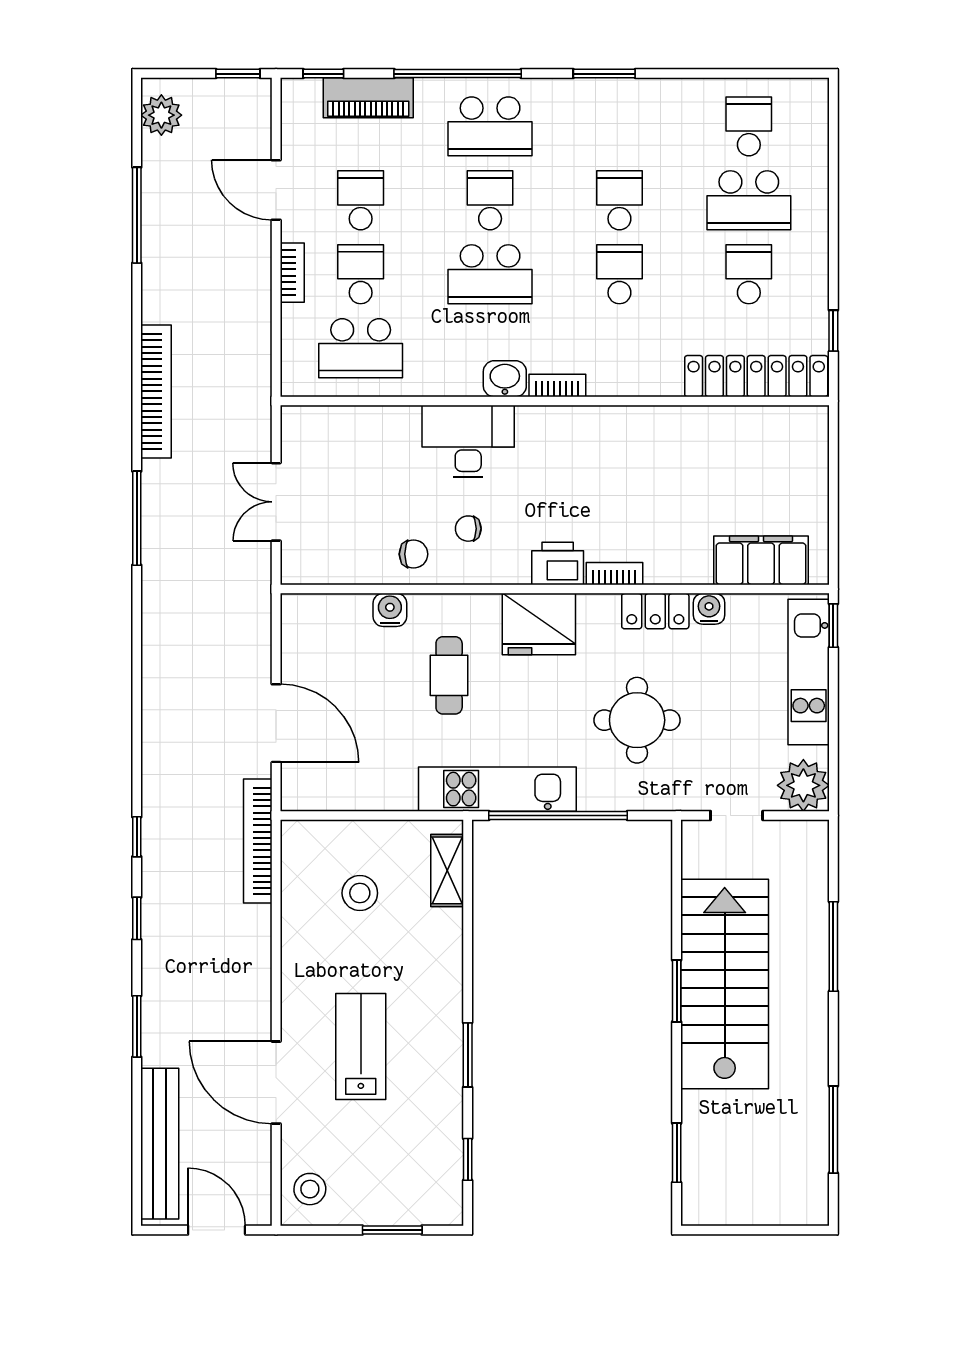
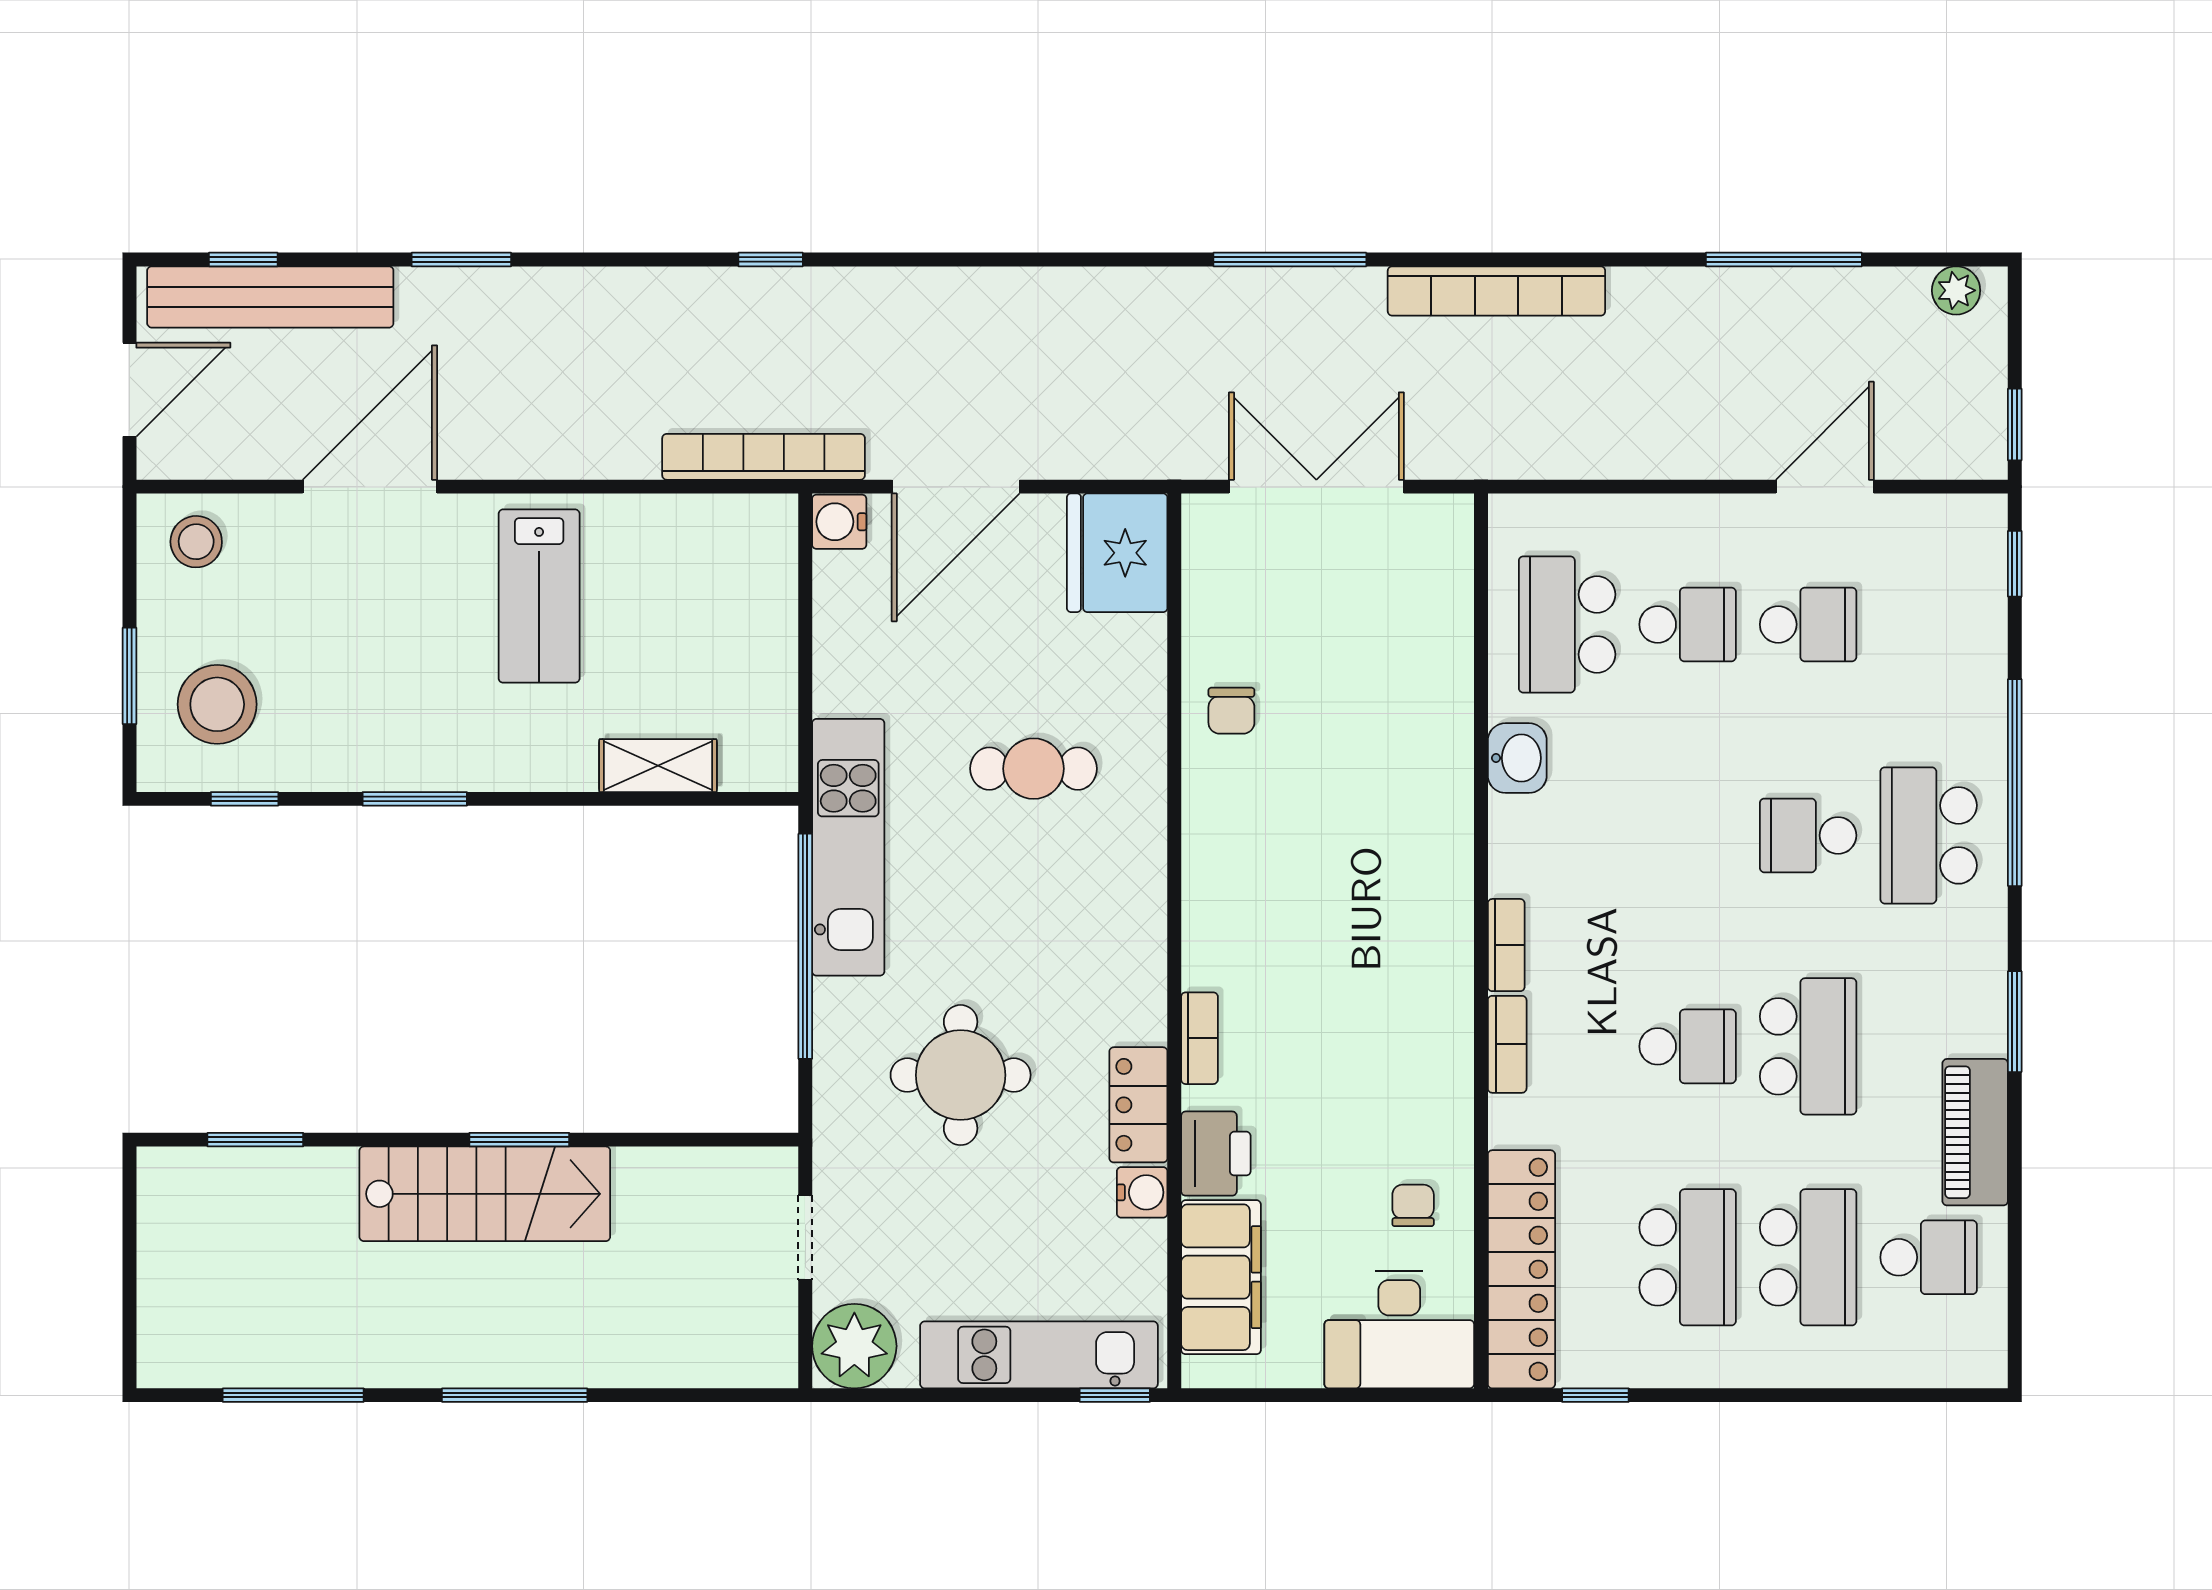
piano: (368, 98) -> (1975, 1132), moved
plant: (161, 115) -> (1956, 290), width x0.73, depth x0.73
school desk: (490, 200) -> (1808, 835), turned 180
school desk: (619, 200) -> (1808, 1046), width x1.85
school desk: (749, 200) -> (1808, 1257), turned 180
bookcase: (292, 273) -> (1507, 1044), moved, turned -90
school desk: (490, 274) -> (1688, 835), removed
school desk: (749, 274) -> (1688, 1257), width x1.85
washbasin: (505, 379) -> (1517, 758), moved
desk: (468, 441) -> (1399, 1330), moved, turned 90
double door: (276, 502) -> (1316, 487), width x1.37
chair: (468, 529) -> (1413, 1205), moved
printer: (558, 564) -> (1216, 1154), moved
water cooler: (390, 610) -> (839, 522), moved, turned 180
fridge: (539, 624) -> (1117, 553), moved
shelving: (447, 870) -> (658, 766), moved
stool: (360, 893) -> (217, 704), moved, width x1.38, depth x1.38
window: (137, 918) -> (243, 259), moved
window: (833, 947) -> (515, 1395), moved
stairs: (725, 984) -> (485, 1194), width x0.73, depth x0.66
lab bench: (361, 1047) -> (539, 596), moved, turned 90

